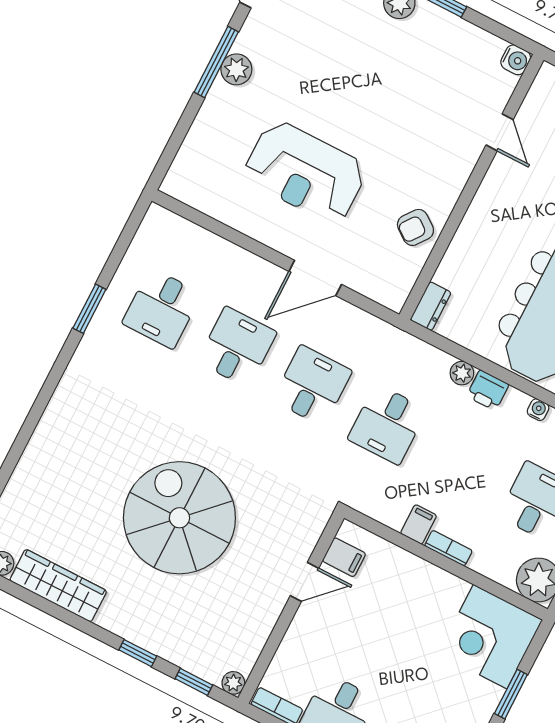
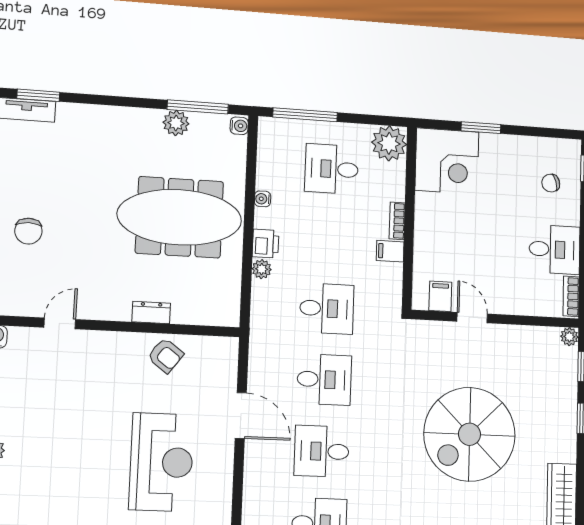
dresser: (431, 306) -> (151, 312), moved
desk: (312, 386) -> (324, 380), turned 180

